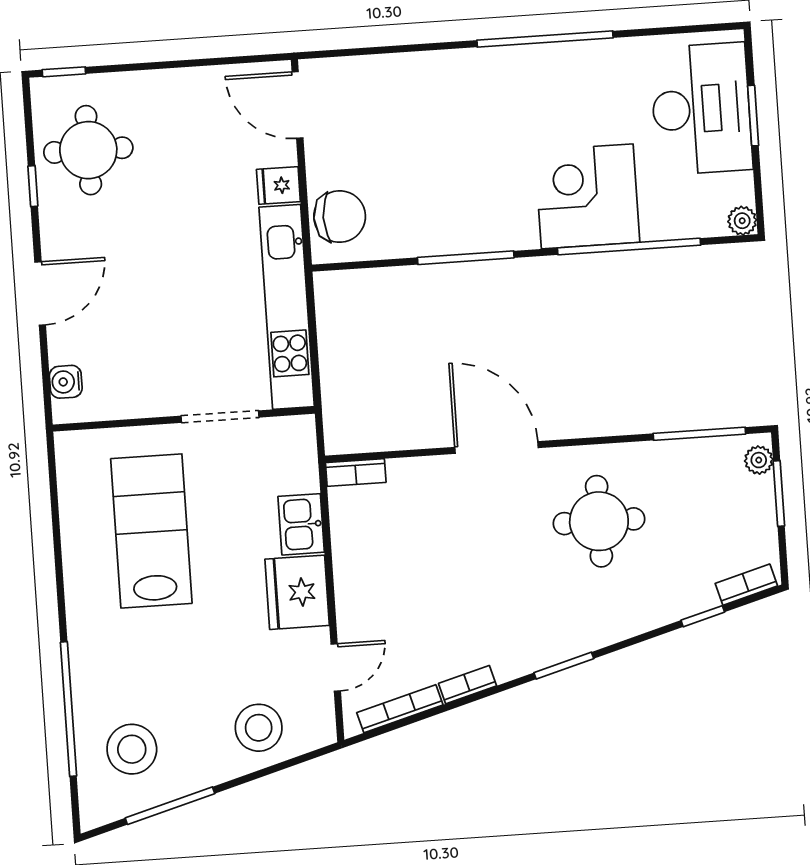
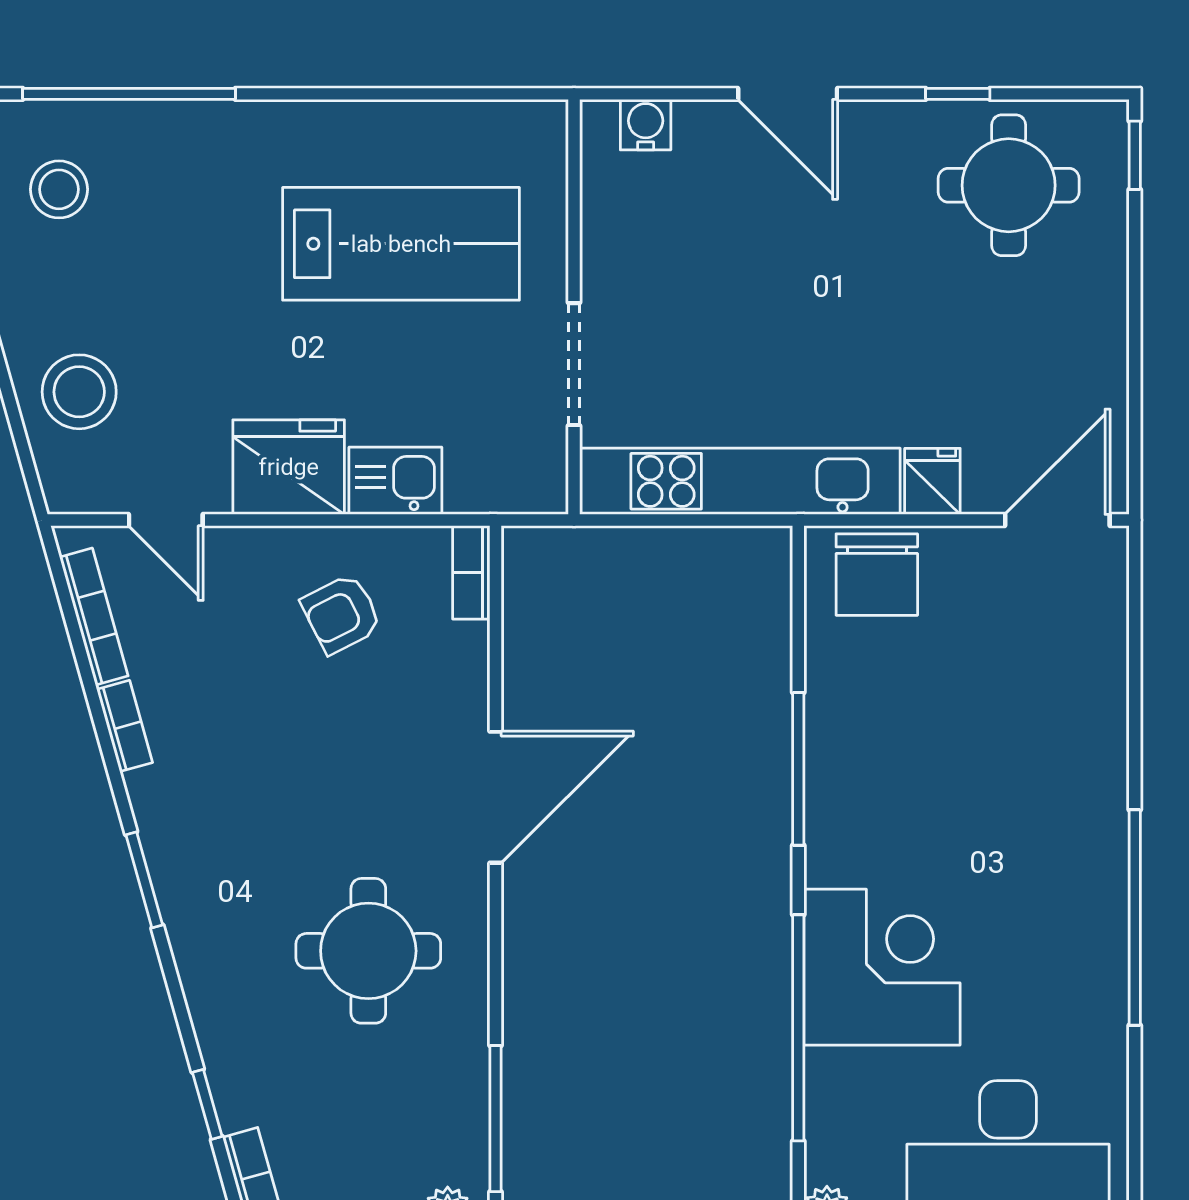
armchair: (387, 553) -> (341, 614), added
stool: (132, 749) -> (59, 189), width x0.73, depth x0.73

